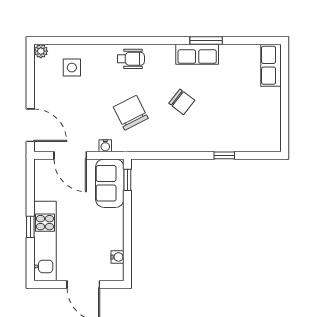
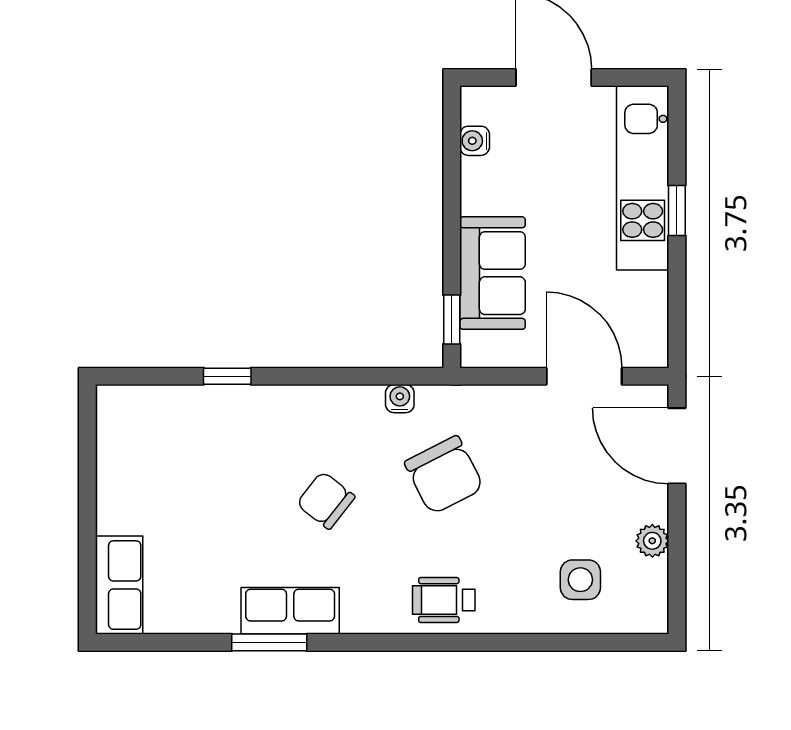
plant: (41, 51) -> (652, 541), moved
water cooler: (105, 146) -> (400, 399), moved
sofa: (110, 183) -> (493, 273), moved

